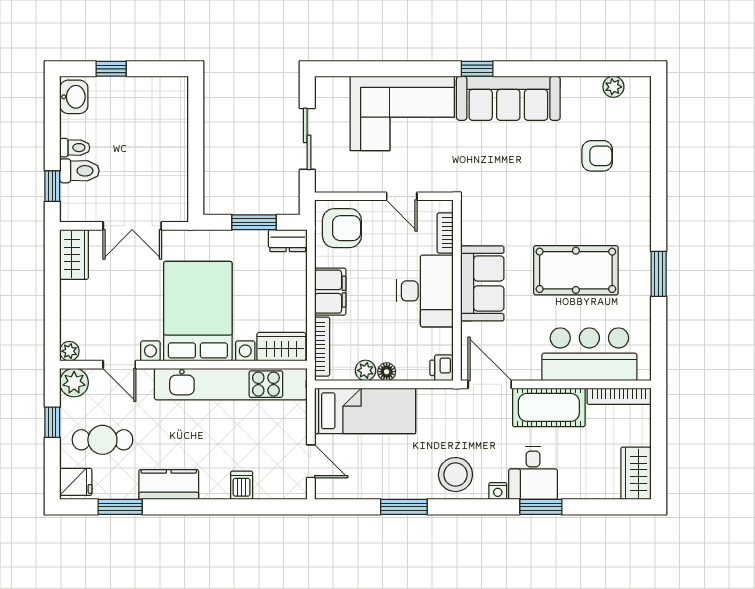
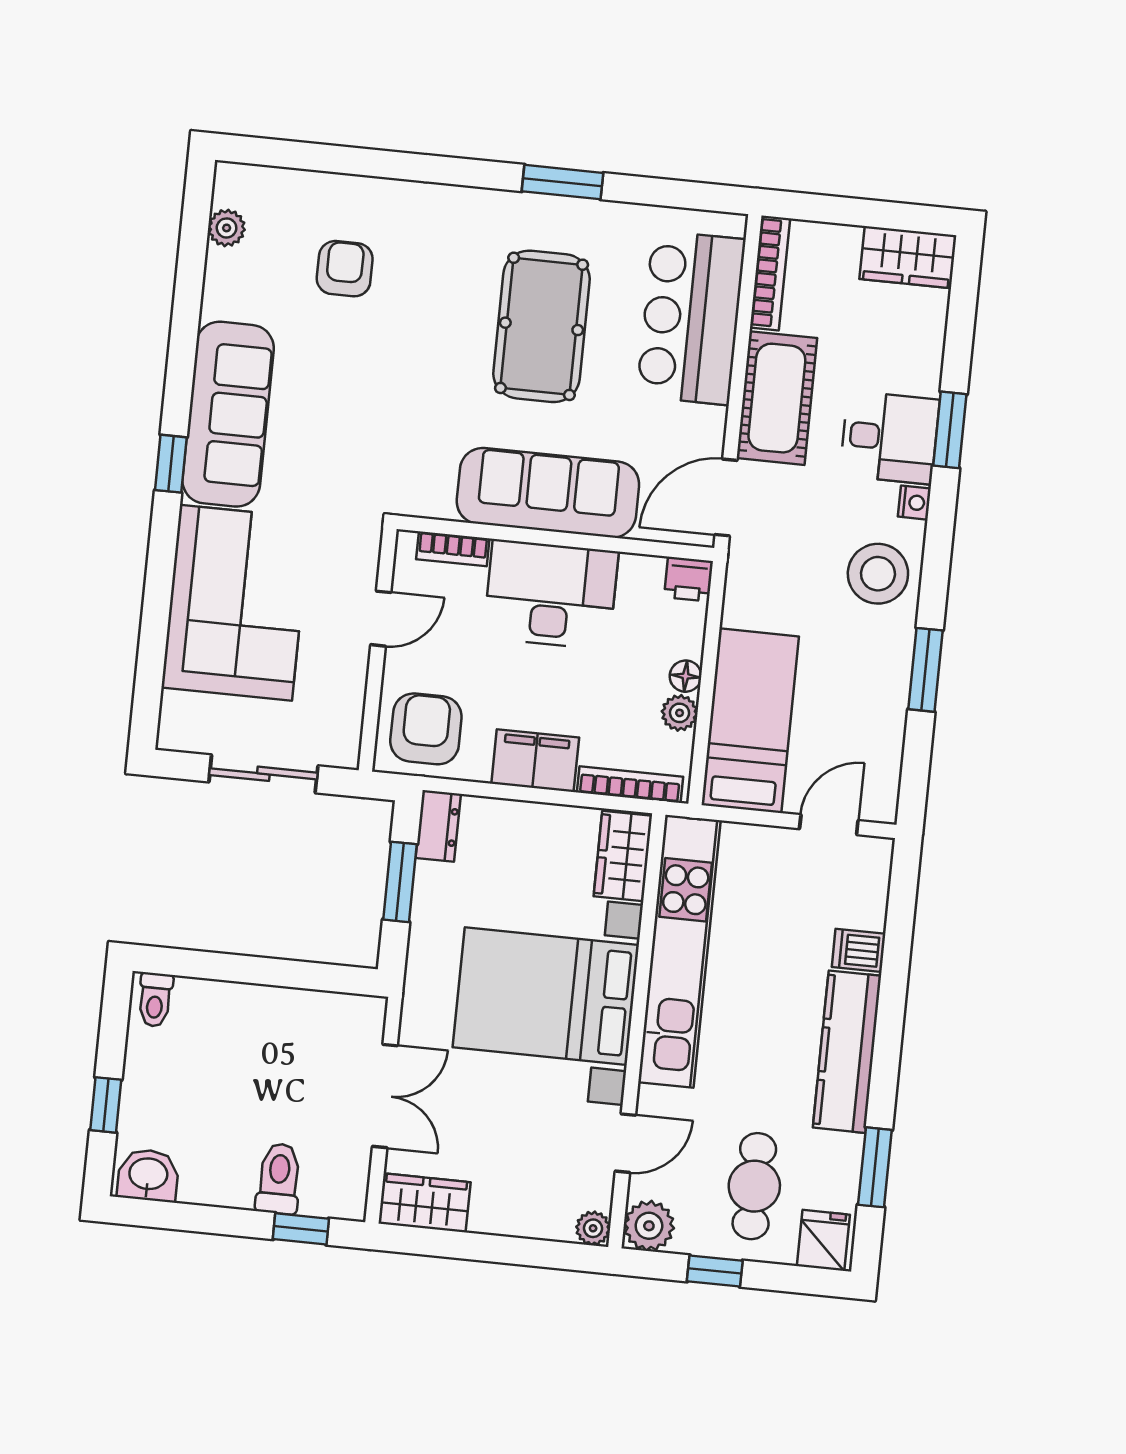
toilet: (75, 148) -> (155, 1000), moved, turned 180
sofa: (482, 283) -> (548, 493), width x1.36
kitchen counter: (169, 484) -> (847, 1052), width x1.50

